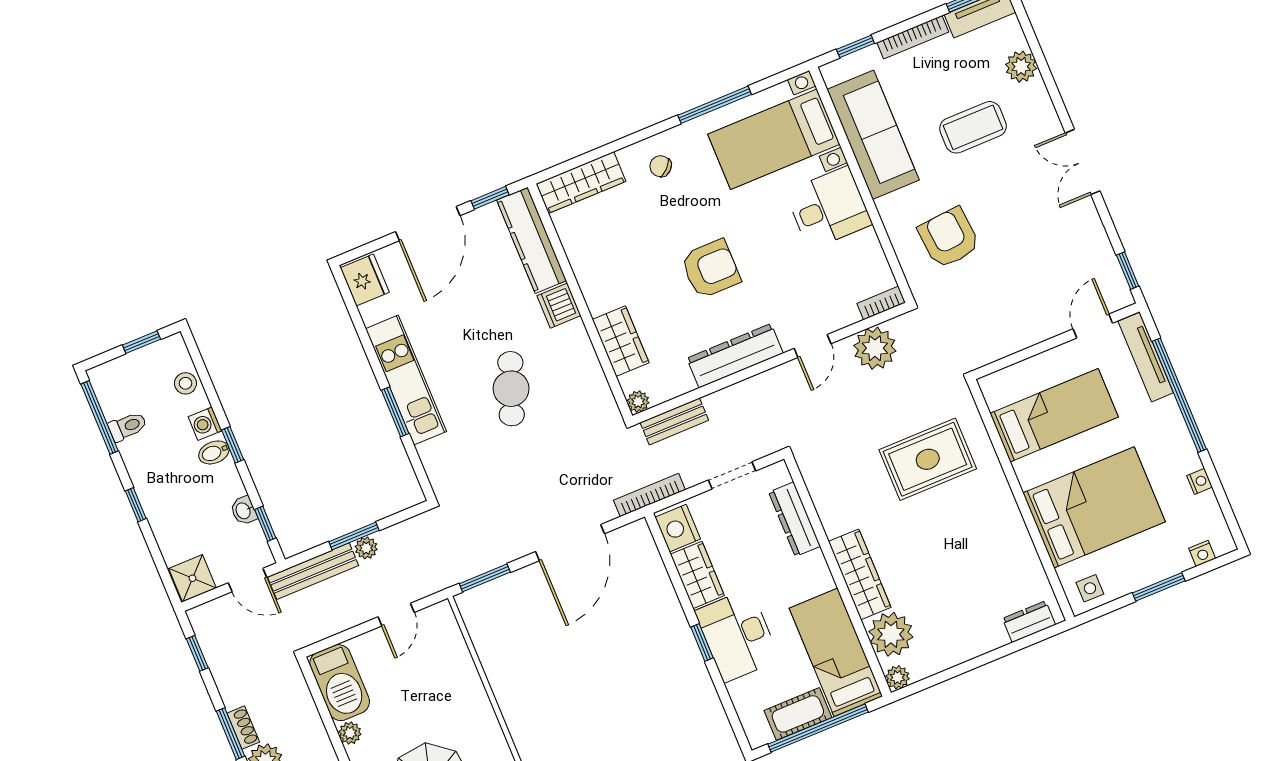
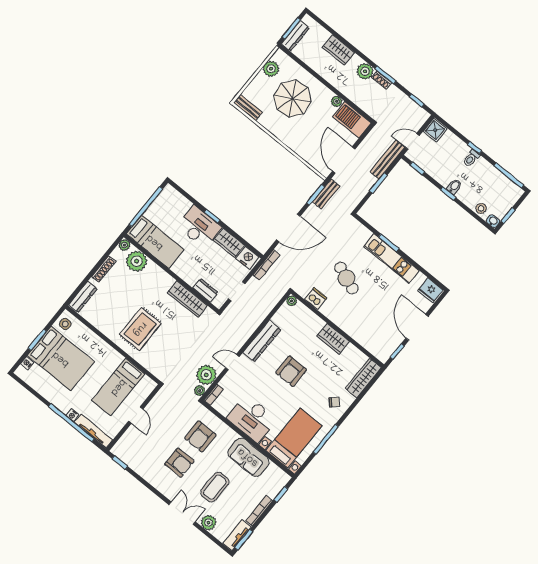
sofa: (873, 135) -> (248, 457), width x0.73
double door: (1083, 162) -> (182, 513), moved
desk: (829, 208) -> (252, 419), width x1.37
armchair: (1015, 210) -> (179, 463), added
armchair: (949, 238) -> (200, 436), turned 95
kitchen counter: (532, 240) -> (371, 343), removed
dishwasher: (559, 306) -> (316, 299), moved
door: (1093, 326) -> (136, 415), moved
wardrobe: (621, 341) -> (333, 339), moved
door: (813, 346) -> (232, 362), hinge flipped
bench: (674, 421) -> (326, 194), moved
washing machine: (205, 424) -> (464, 196), removed
toilet: (128, 426) -> (471, 158), moved
rug: (928, 459) -> (140, 329), moved
nightstand: (1200, 481) -> (72, 415), moved
bed: (1094, 507) -> (61, 359), moved, turned -90
washbasin: (244, 511) -> (493, 221), moved
dresser: (795, 519) -> (205, 290), width x0.70
door: (570, 543) -> (288, 228), swing flipped
plant: (366, 548) -> (200, 391), moved
wardrobe: (860, 574) -> (188, 299), moved
door: (396, 615) -> (344, 160), width x1.88
dresser: (1029, 622) -> (83, 297), width x1.44
shoe rack: (961, 653) -> (104, 269), added
cot: (798, 714) -> (157, 208), removed

